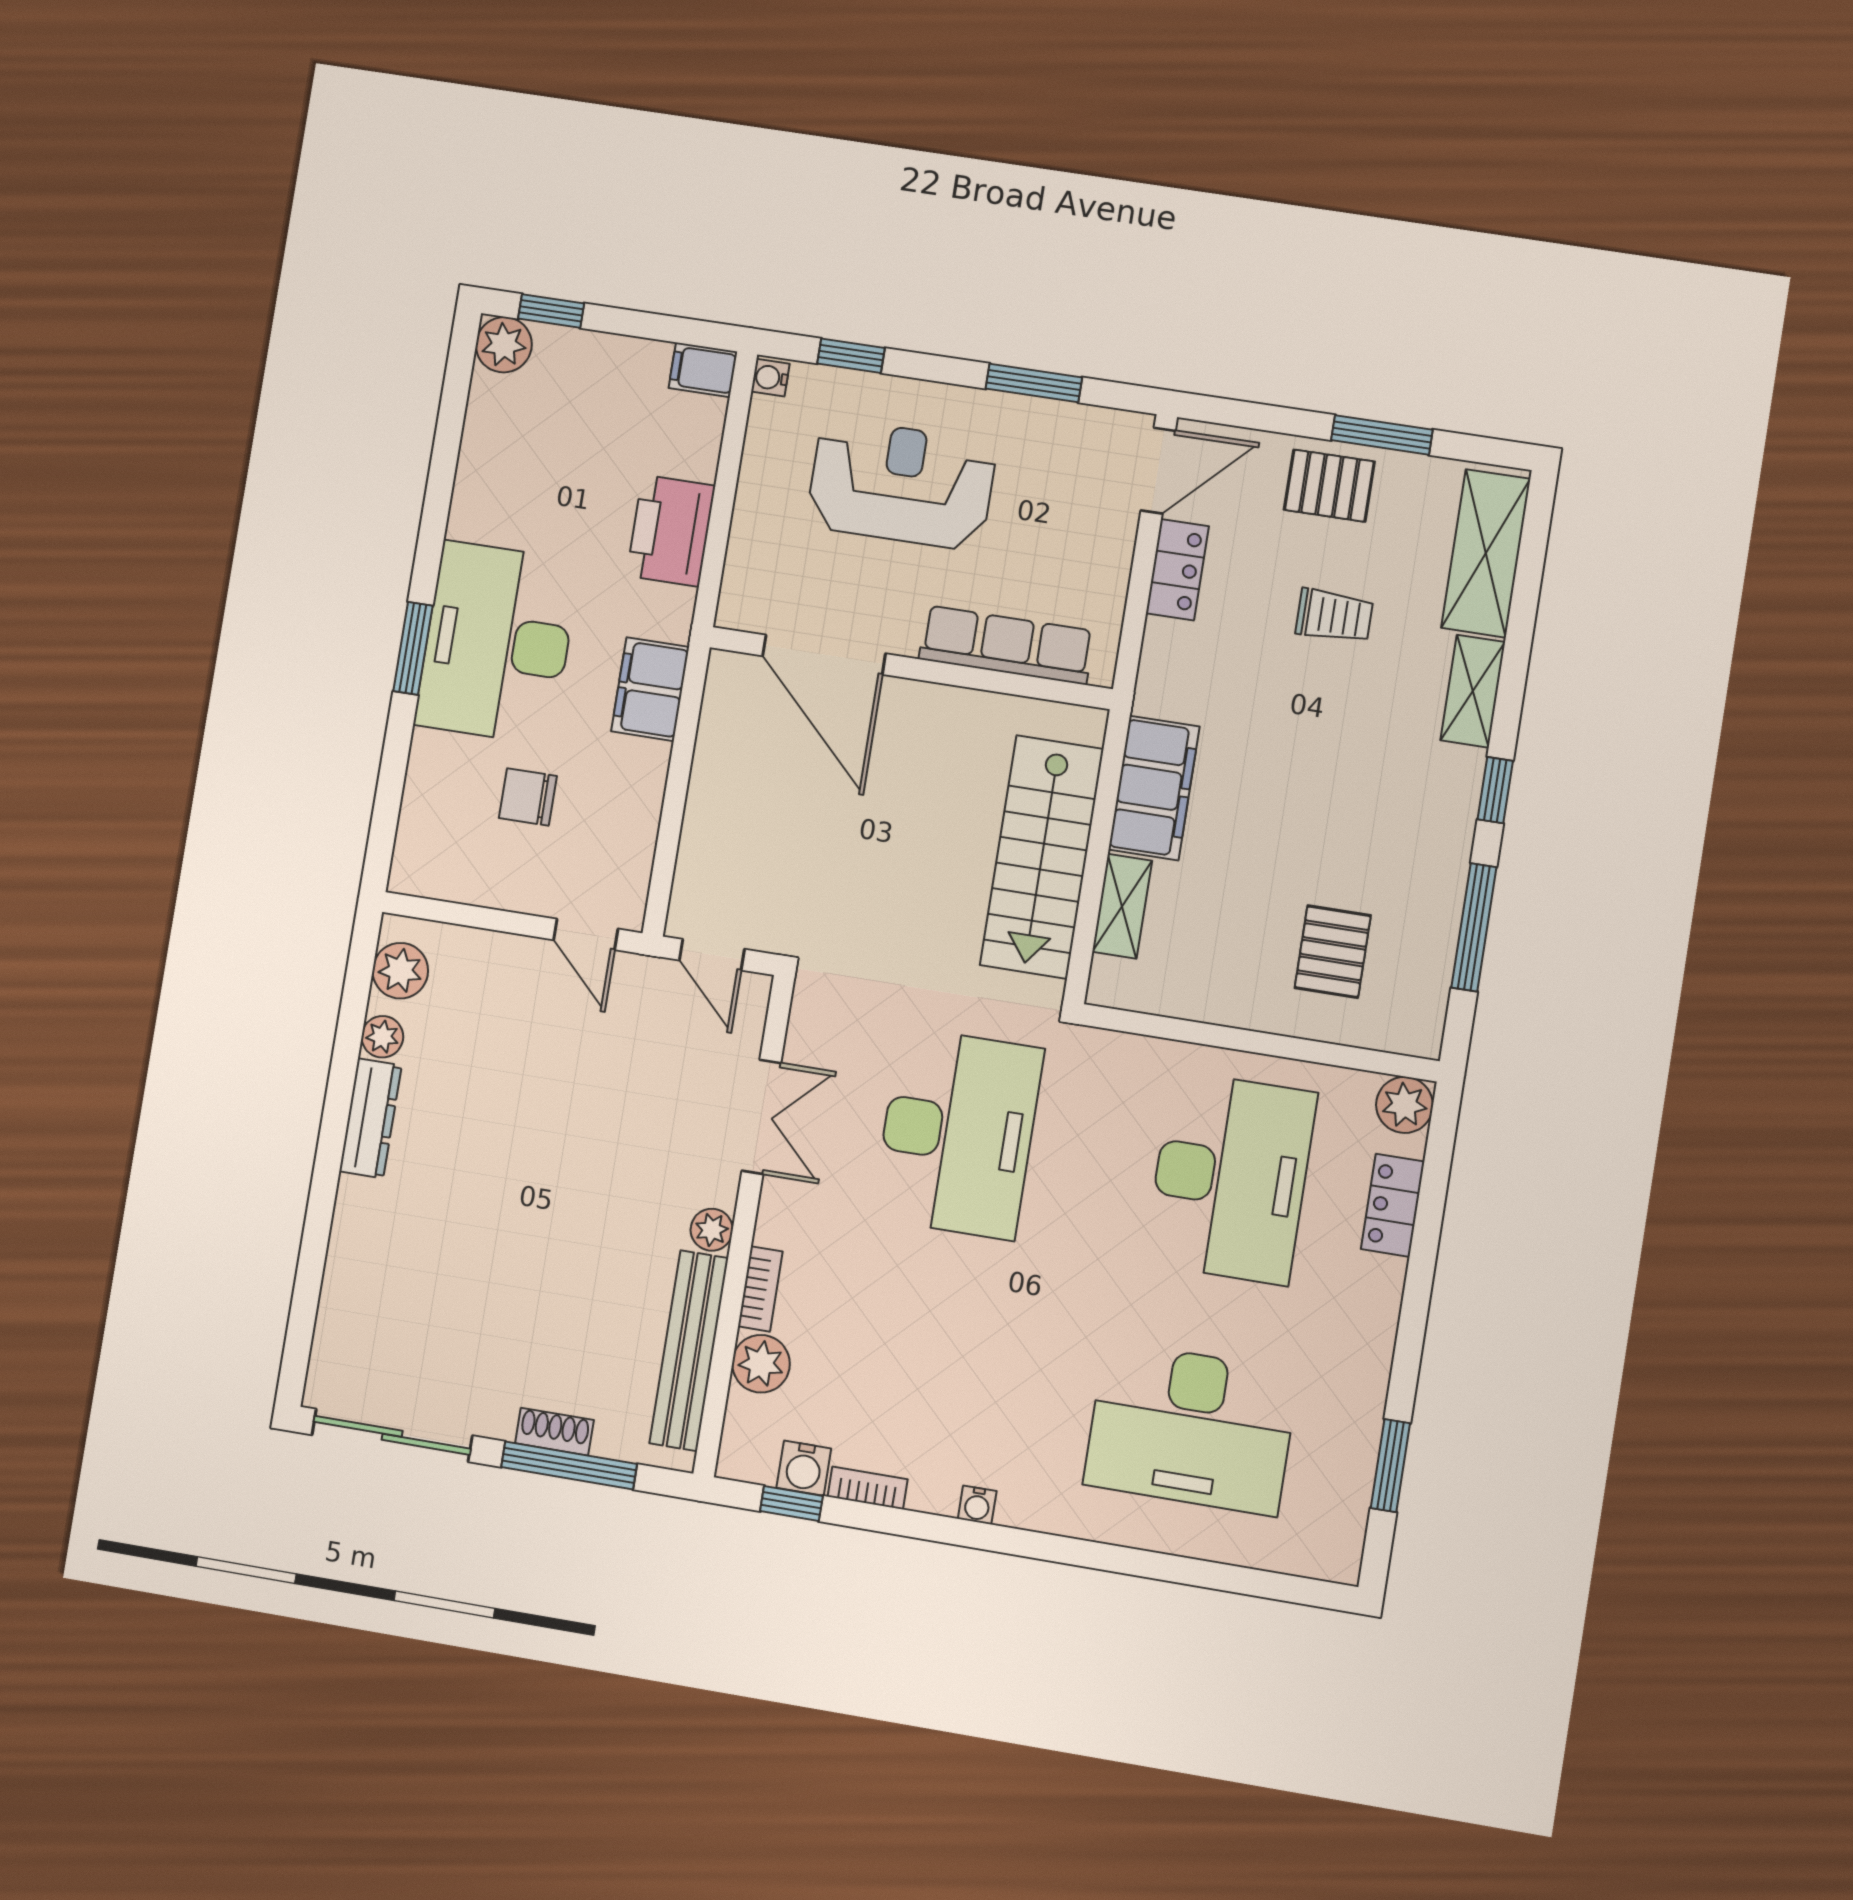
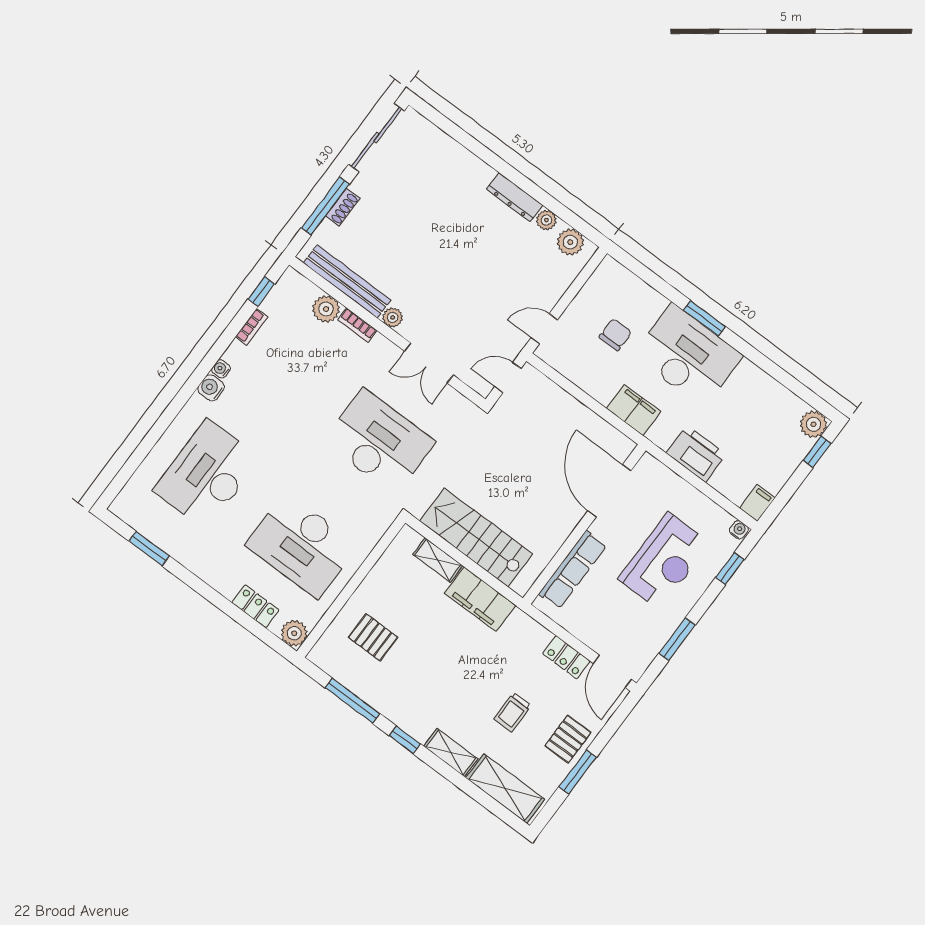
door: (824, 655) -> (609, 491), hinge flipped
desk: (958, 1133) -> (379, 442), turned 180
water cooler: (804, 1468) -> (211, 388), moved

